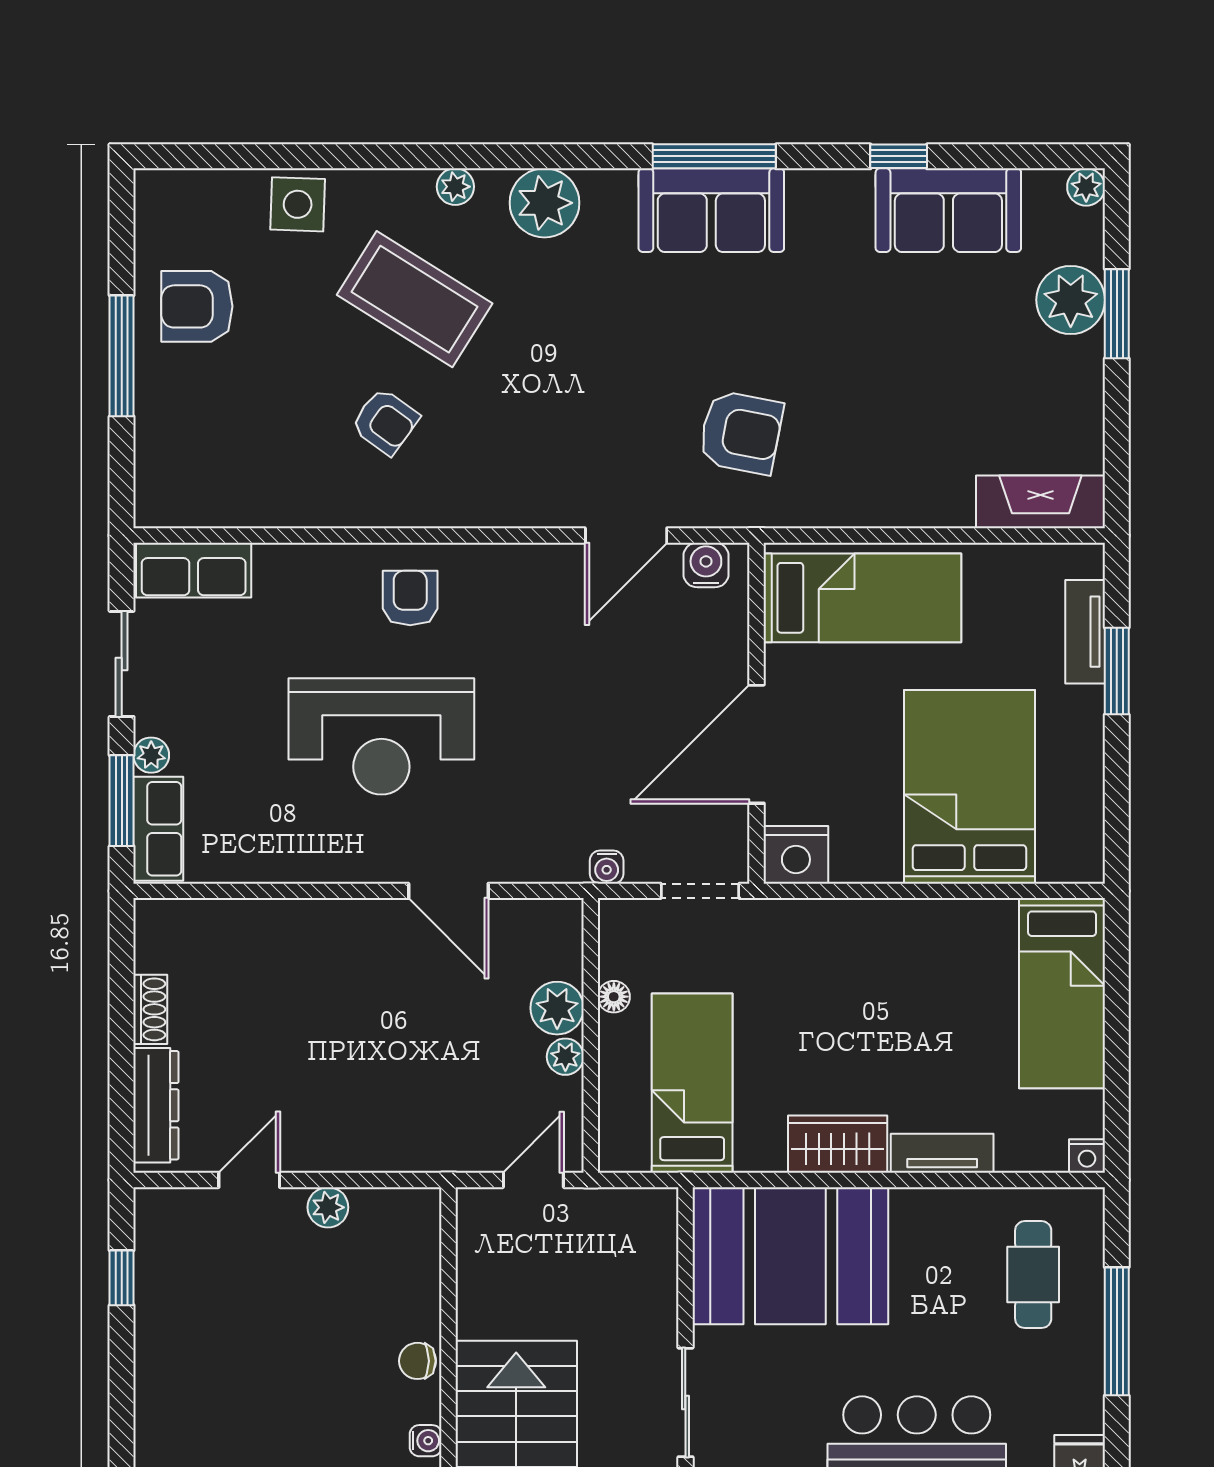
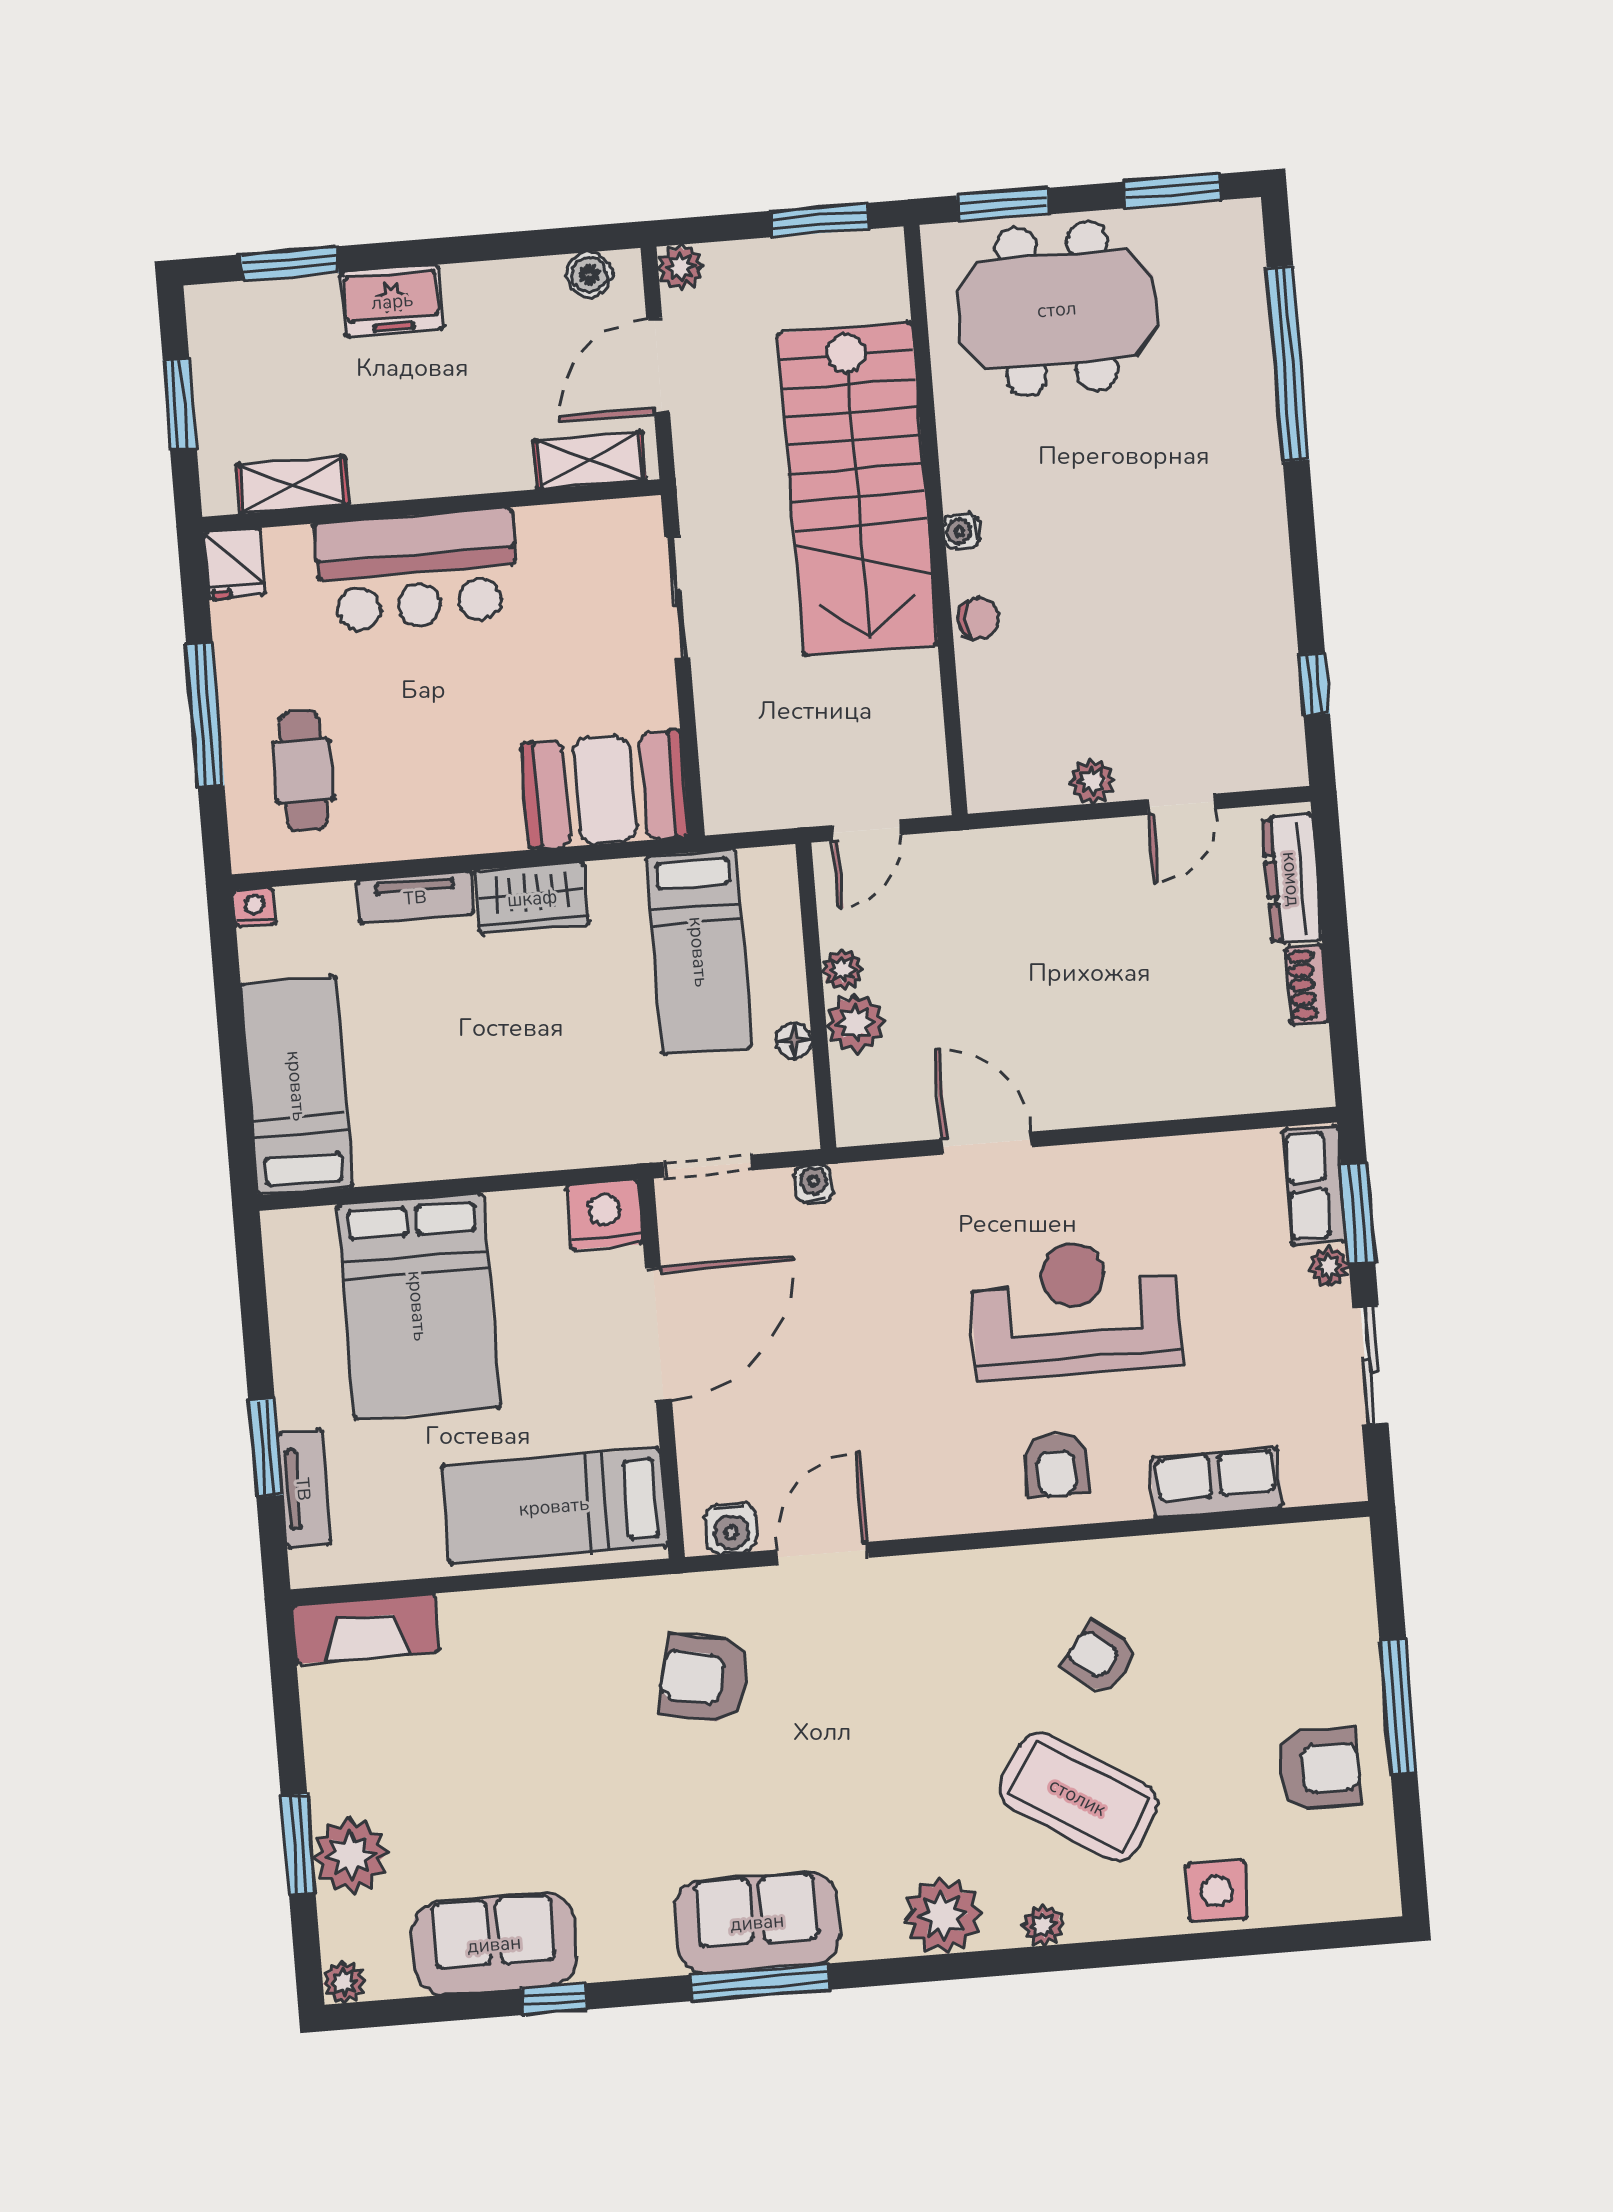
row of seats: (194, 570) -> (1216, 1483), moved
booth: (790, 1256) -> (605, 790), width x0.73, depth x0.70

